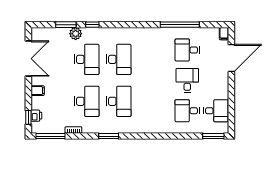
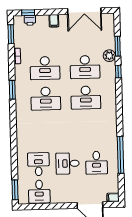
desk: (187, 50) -> (96, 163), turned 180
desk: (187, 80) -> (67, 163), turned 180
window: (51, 136) -> (11, 34), width x0.69

